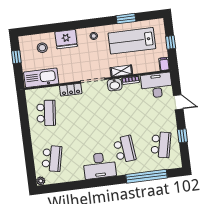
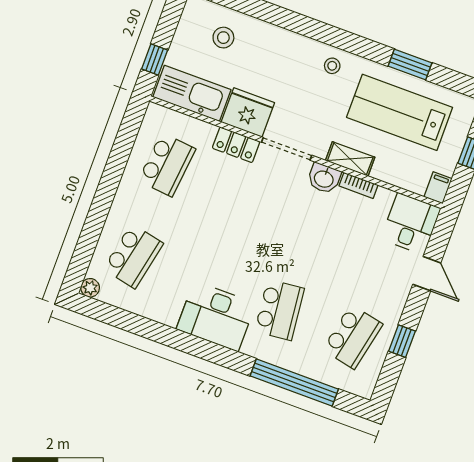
fridge: (66, 39) -> (248, 112), moved, turned 180
window: (16, 57) -> (155, 60), moved
desk: (157, 85) -> (411, 224), width x0.73

